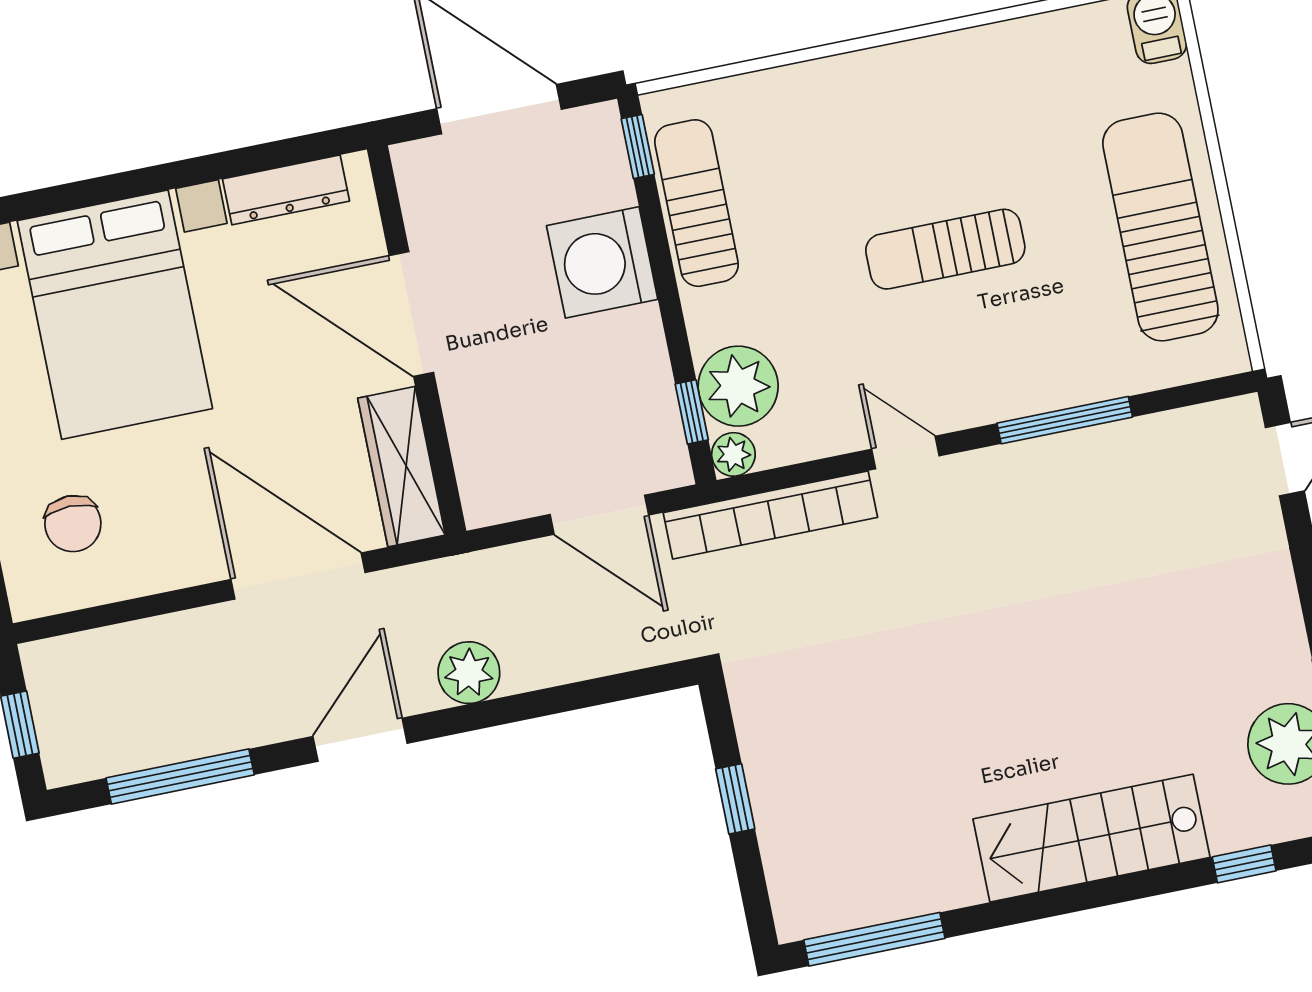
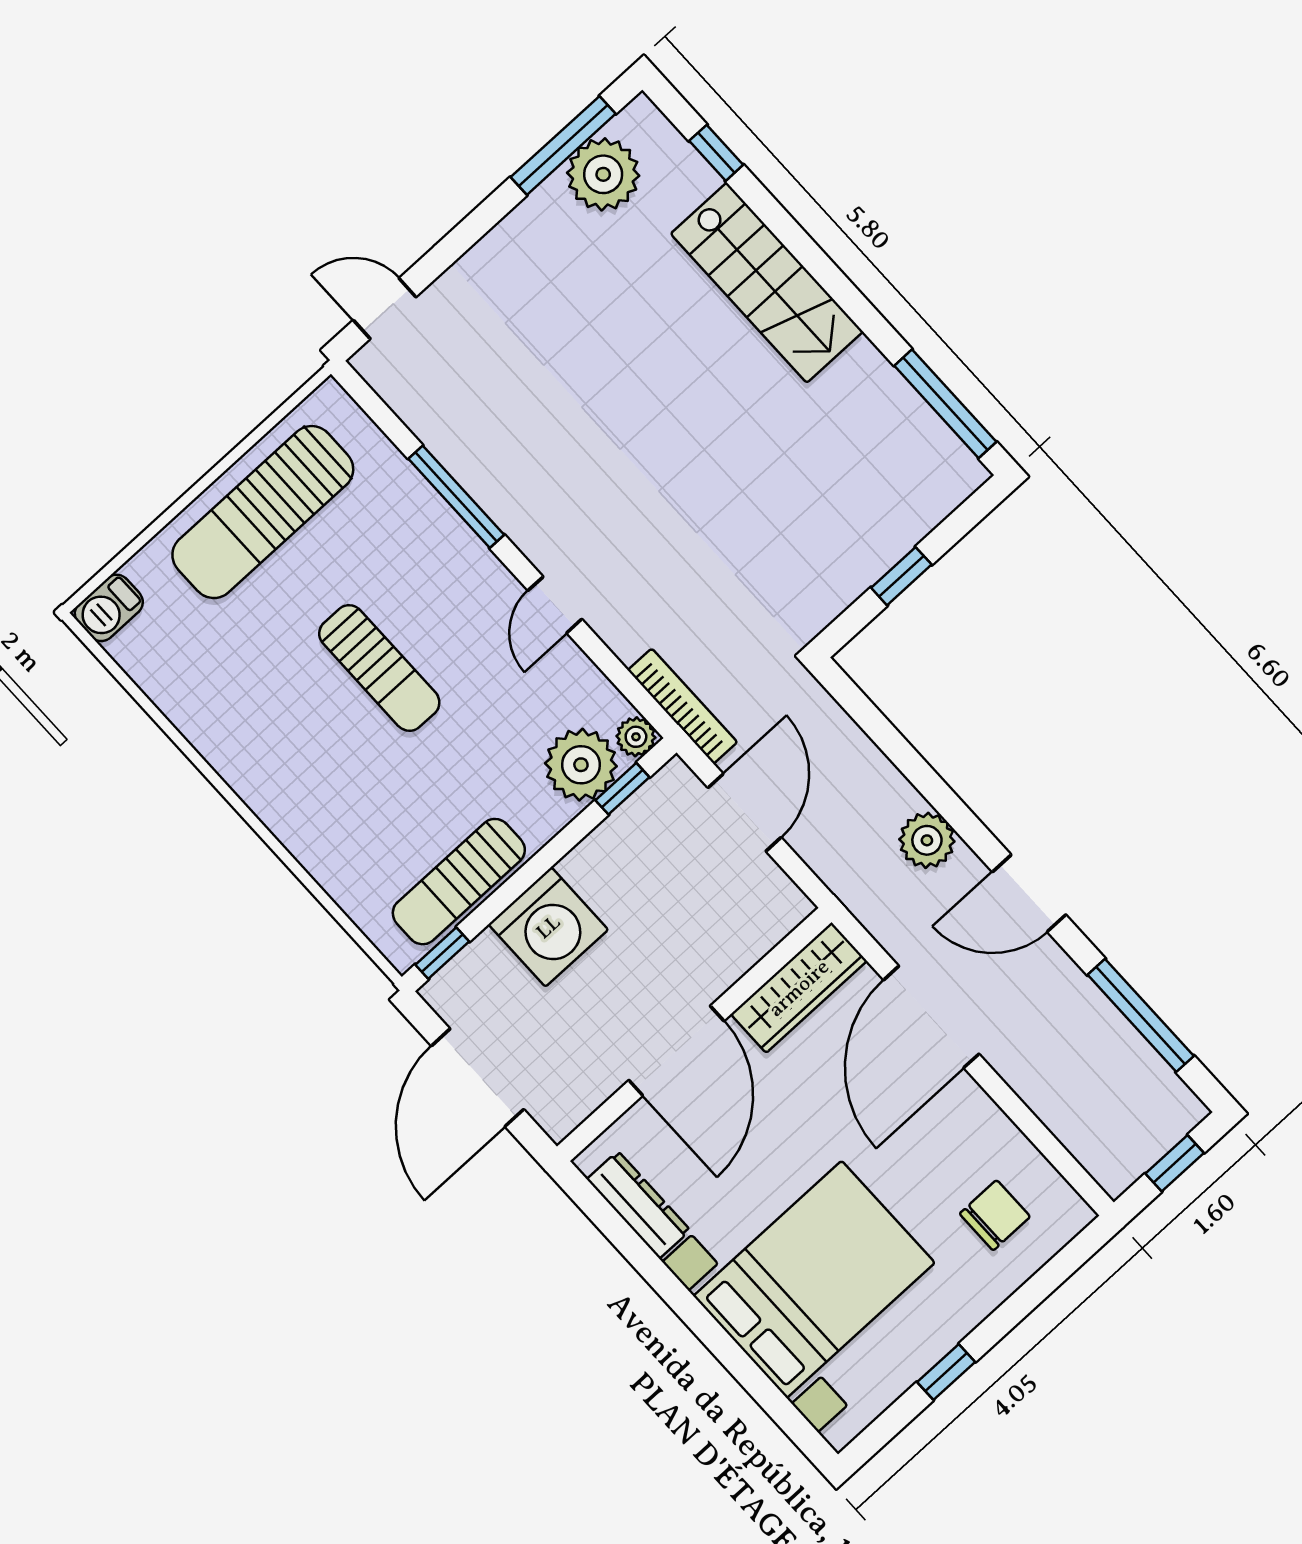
bookcase: (770, 515) -> (683, 706), width x0.68, depth x0.76

